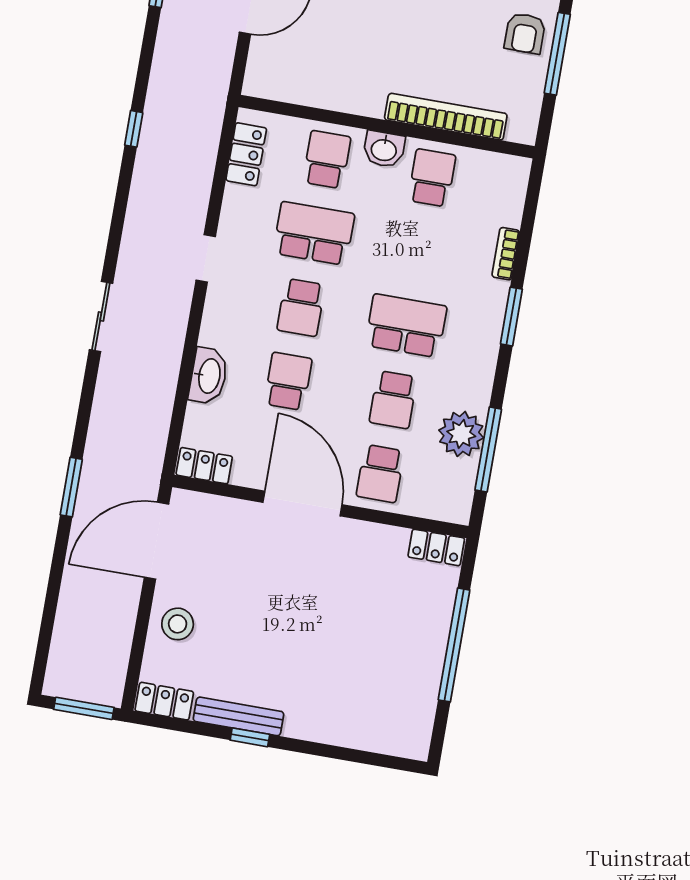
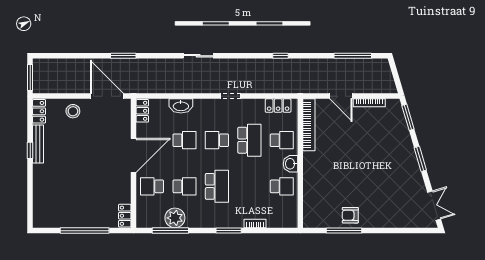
bookcase: (446, 117) -> (309, 125), moved
school desk: (393, 400) -> (184, 186), turned 180

